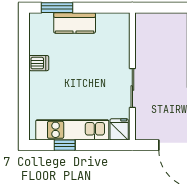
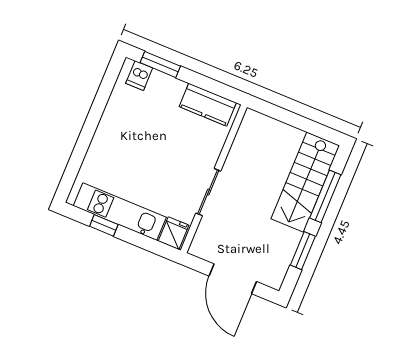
kitchen counter: (75, 23) -> (208, 105), moved
dishwasher: (39, 63) -> (139, 76), moved, turned 90

